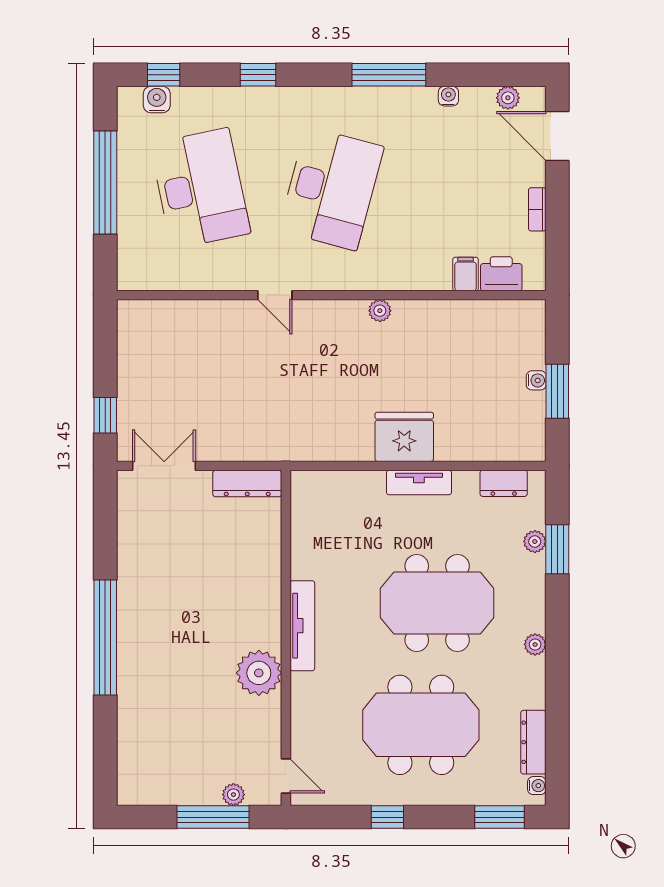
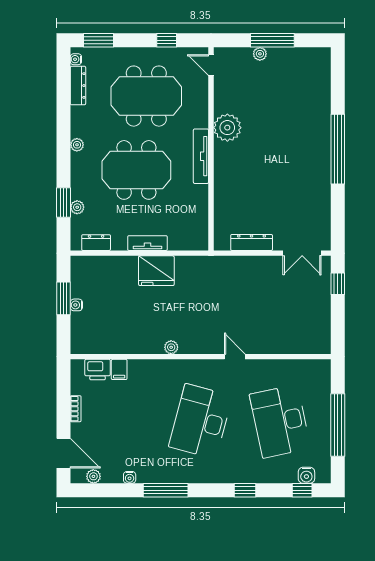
tv unit: (302, 626) -> (201, 156), moved
wall: (286, 638) -> (211, 149), moved
plant: (259, 673) -> (227, 128), moved
door: (286, 776) -> (211, 65), moved

